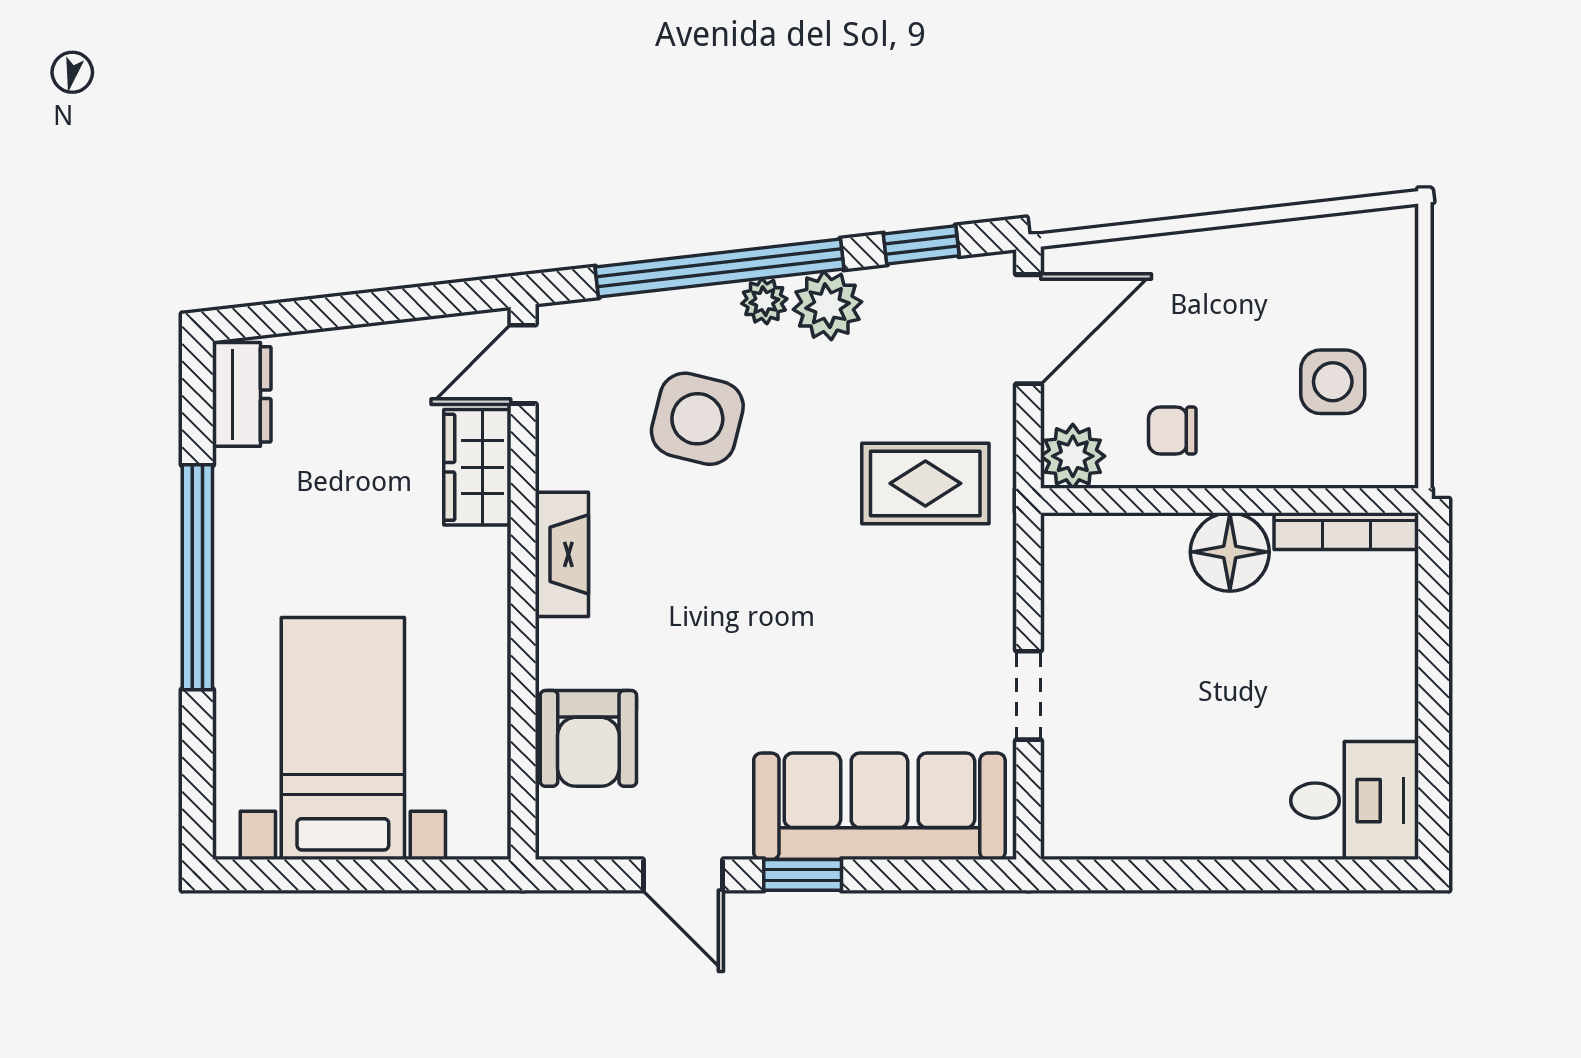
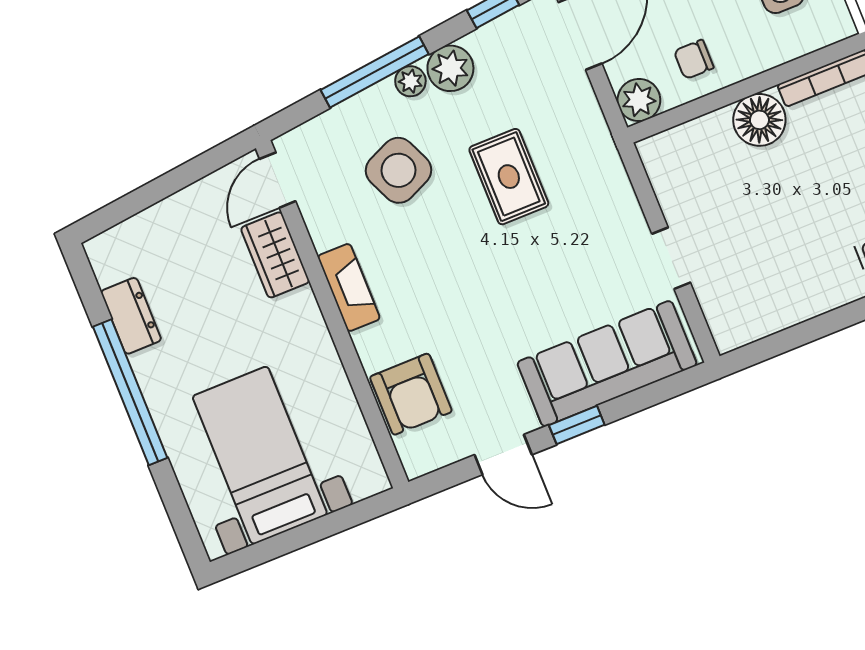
window: (719, 268) -> (375, 72), width x0.68
dresser: (242, 394) -> (131, 316), moved
side table: (697, 419) -> (398, 170), turned -38
rug: (925, 483) -> (509, 177), moved, turned 90

